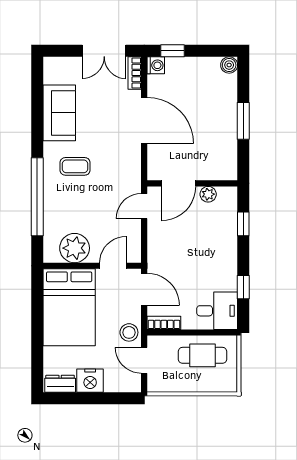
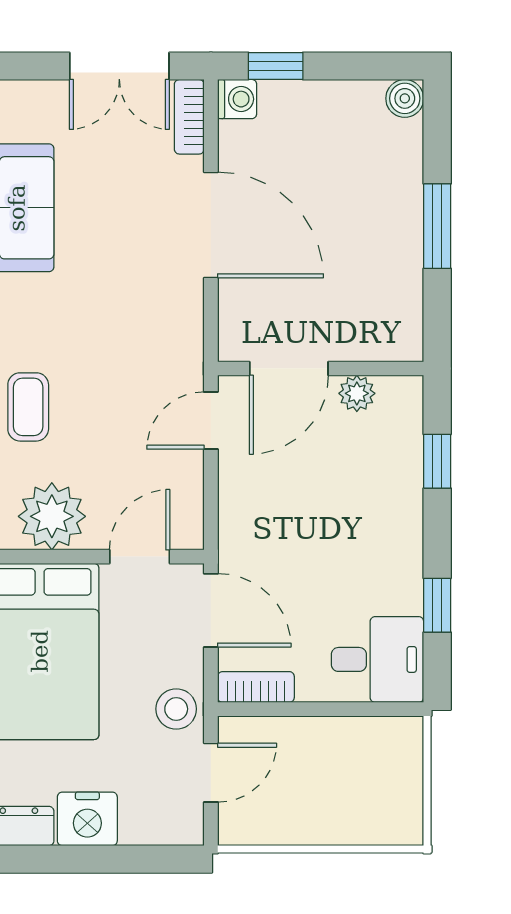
coffee table: (75, 166) -> (28, 407), moved, turned 90
cafe table: (203, 355) -> (344, 761), removed
door: (144, 360) -> (211, 773), swing flipped

